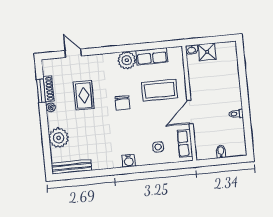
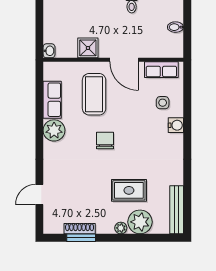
shower: (207, 52) -> (88, 48), moved
rug: (84, 95) -> (129, 190), moved
chair: (123, 103) -> (105, 140), turned -90
plant: (51, 107) -> (121, 228), moved
water cooler: (129, 161) -> (176, 125), moved

